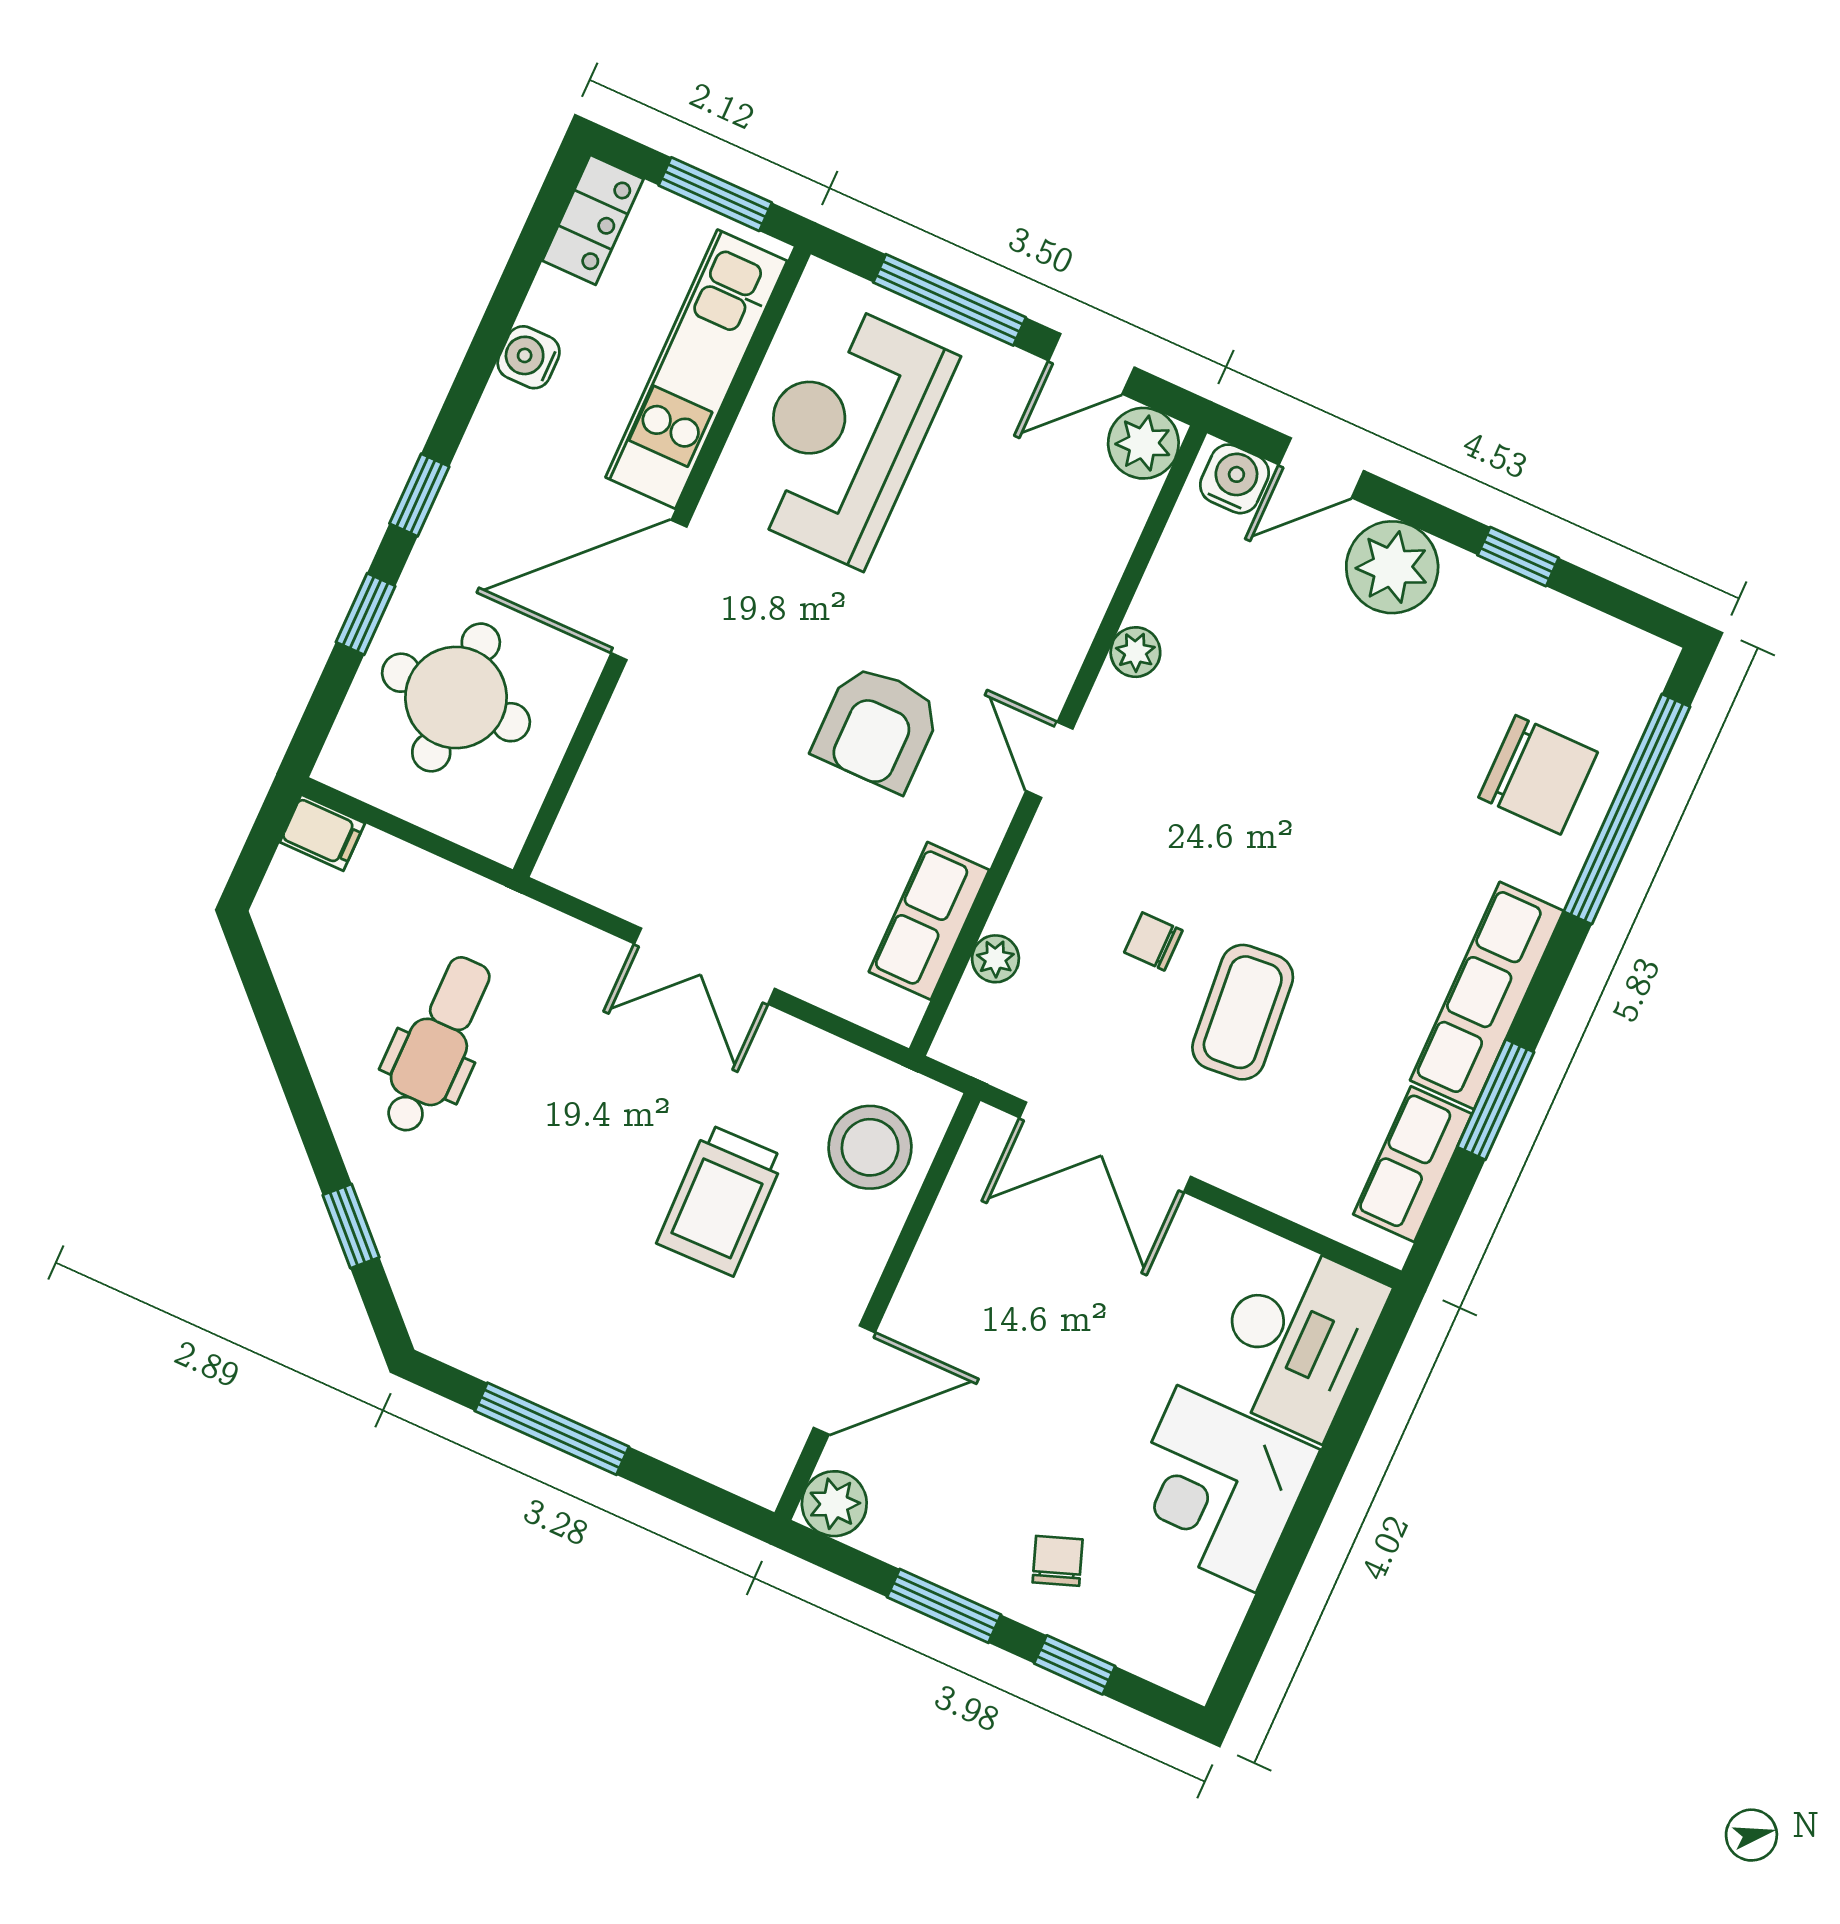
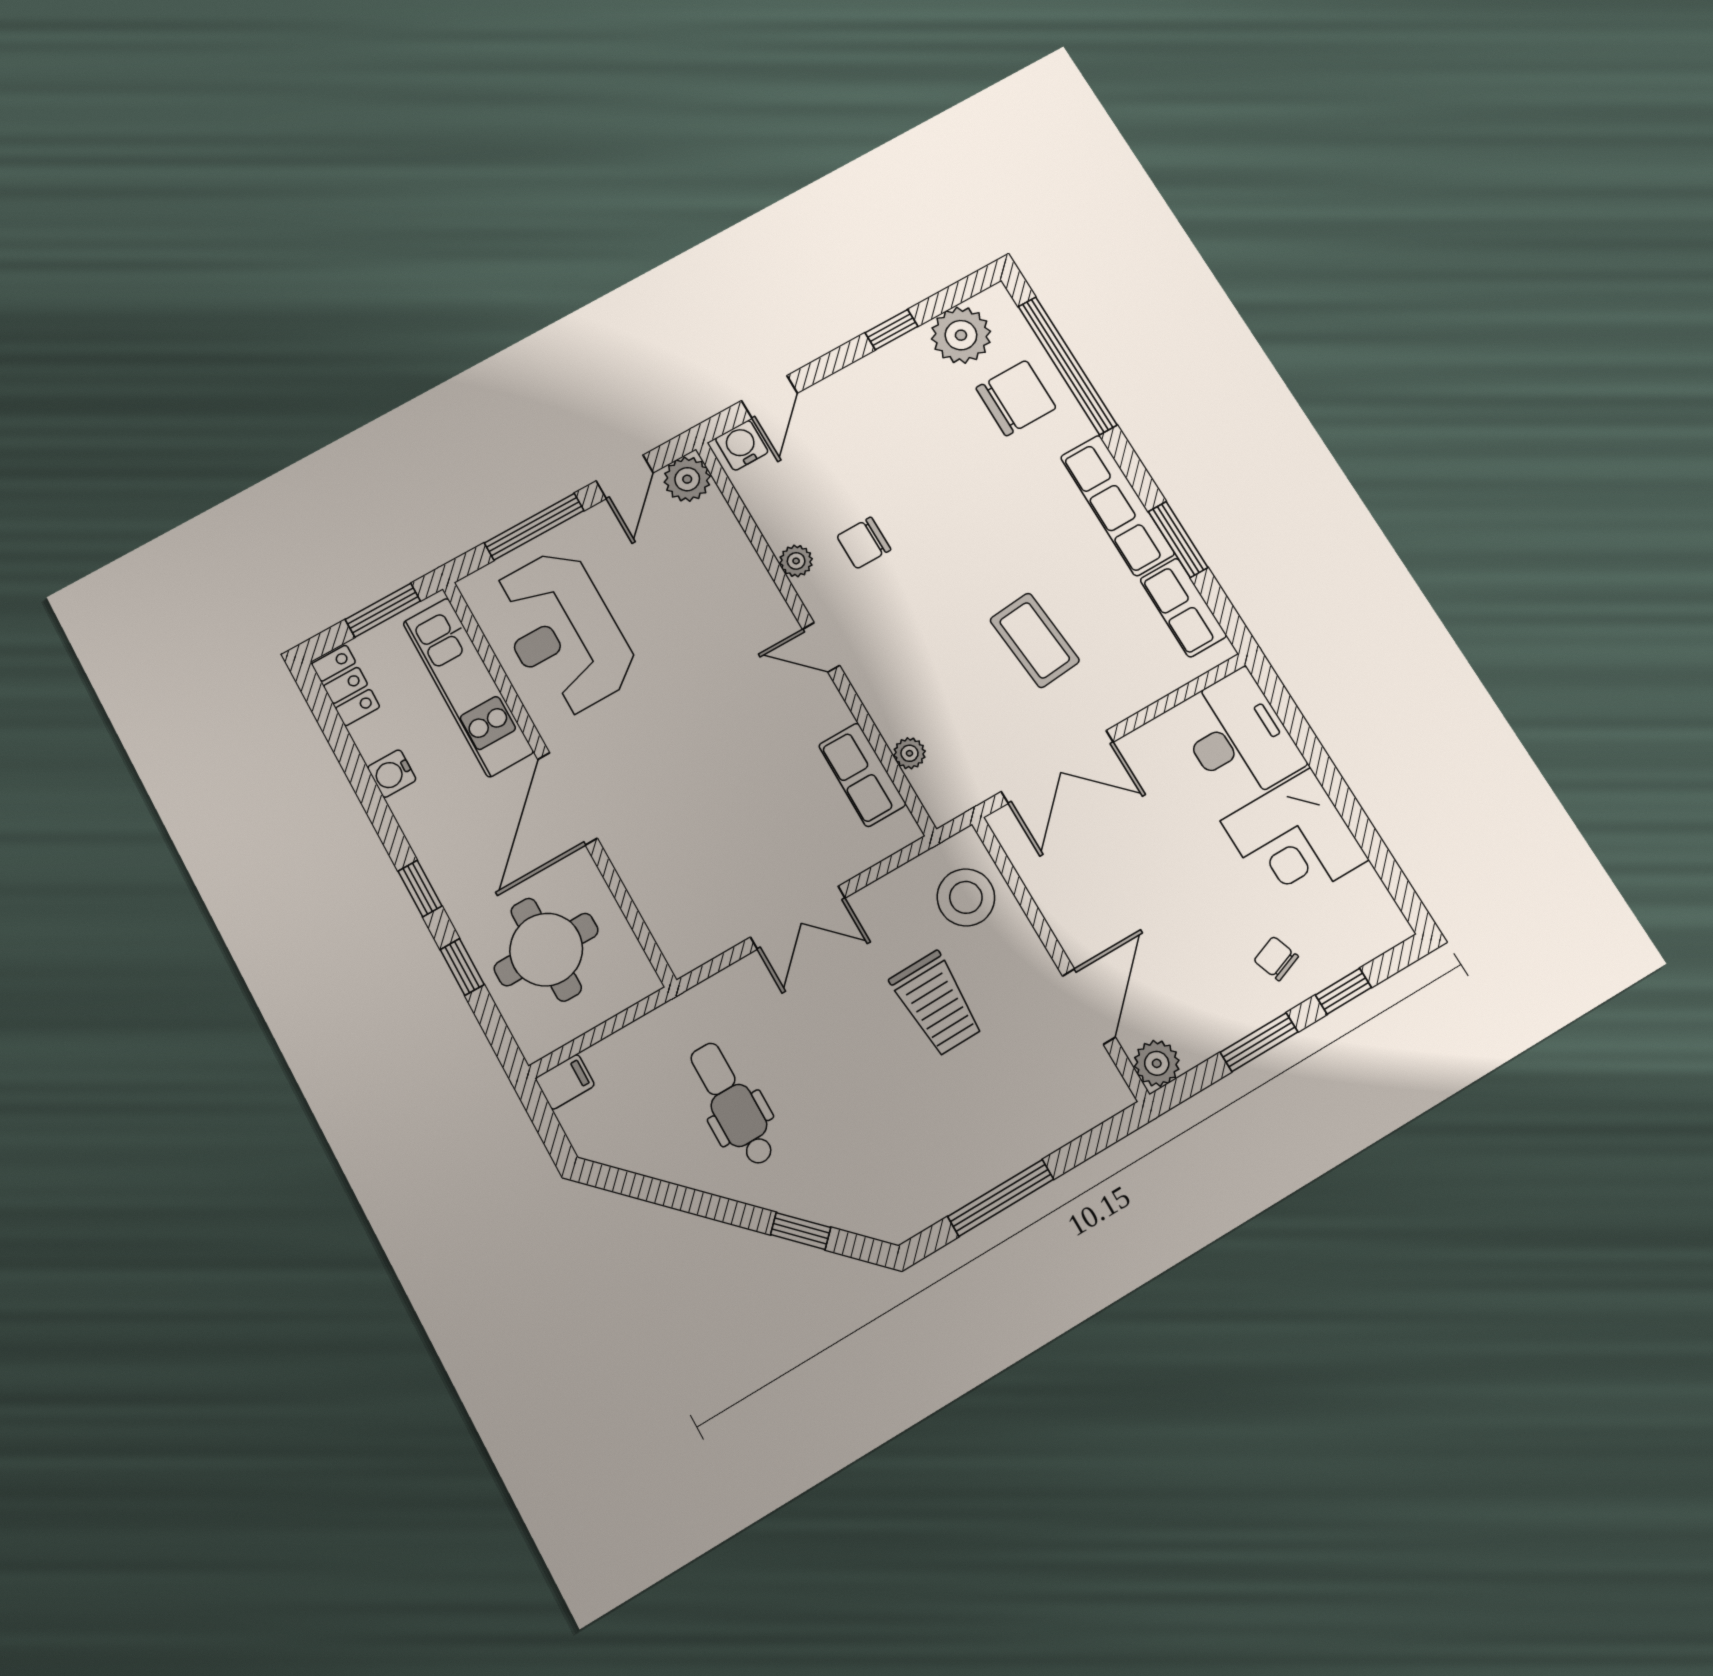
plant: (1392, 567) -> (961, 335), moved
armchair: (877, 728) -> (735, 728), removed
chair: (1153, 941) -> (864, 543), moved, width x1.37, depth x1.37

